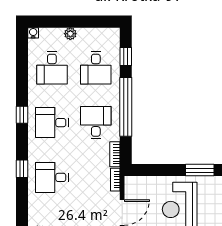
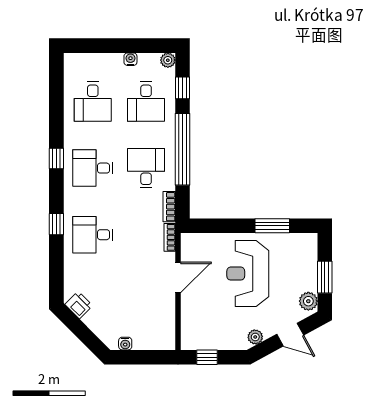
water cooler: (33, 33) -> (130, 59), moved
plant: (70, 34) -> (168, 60), moved

